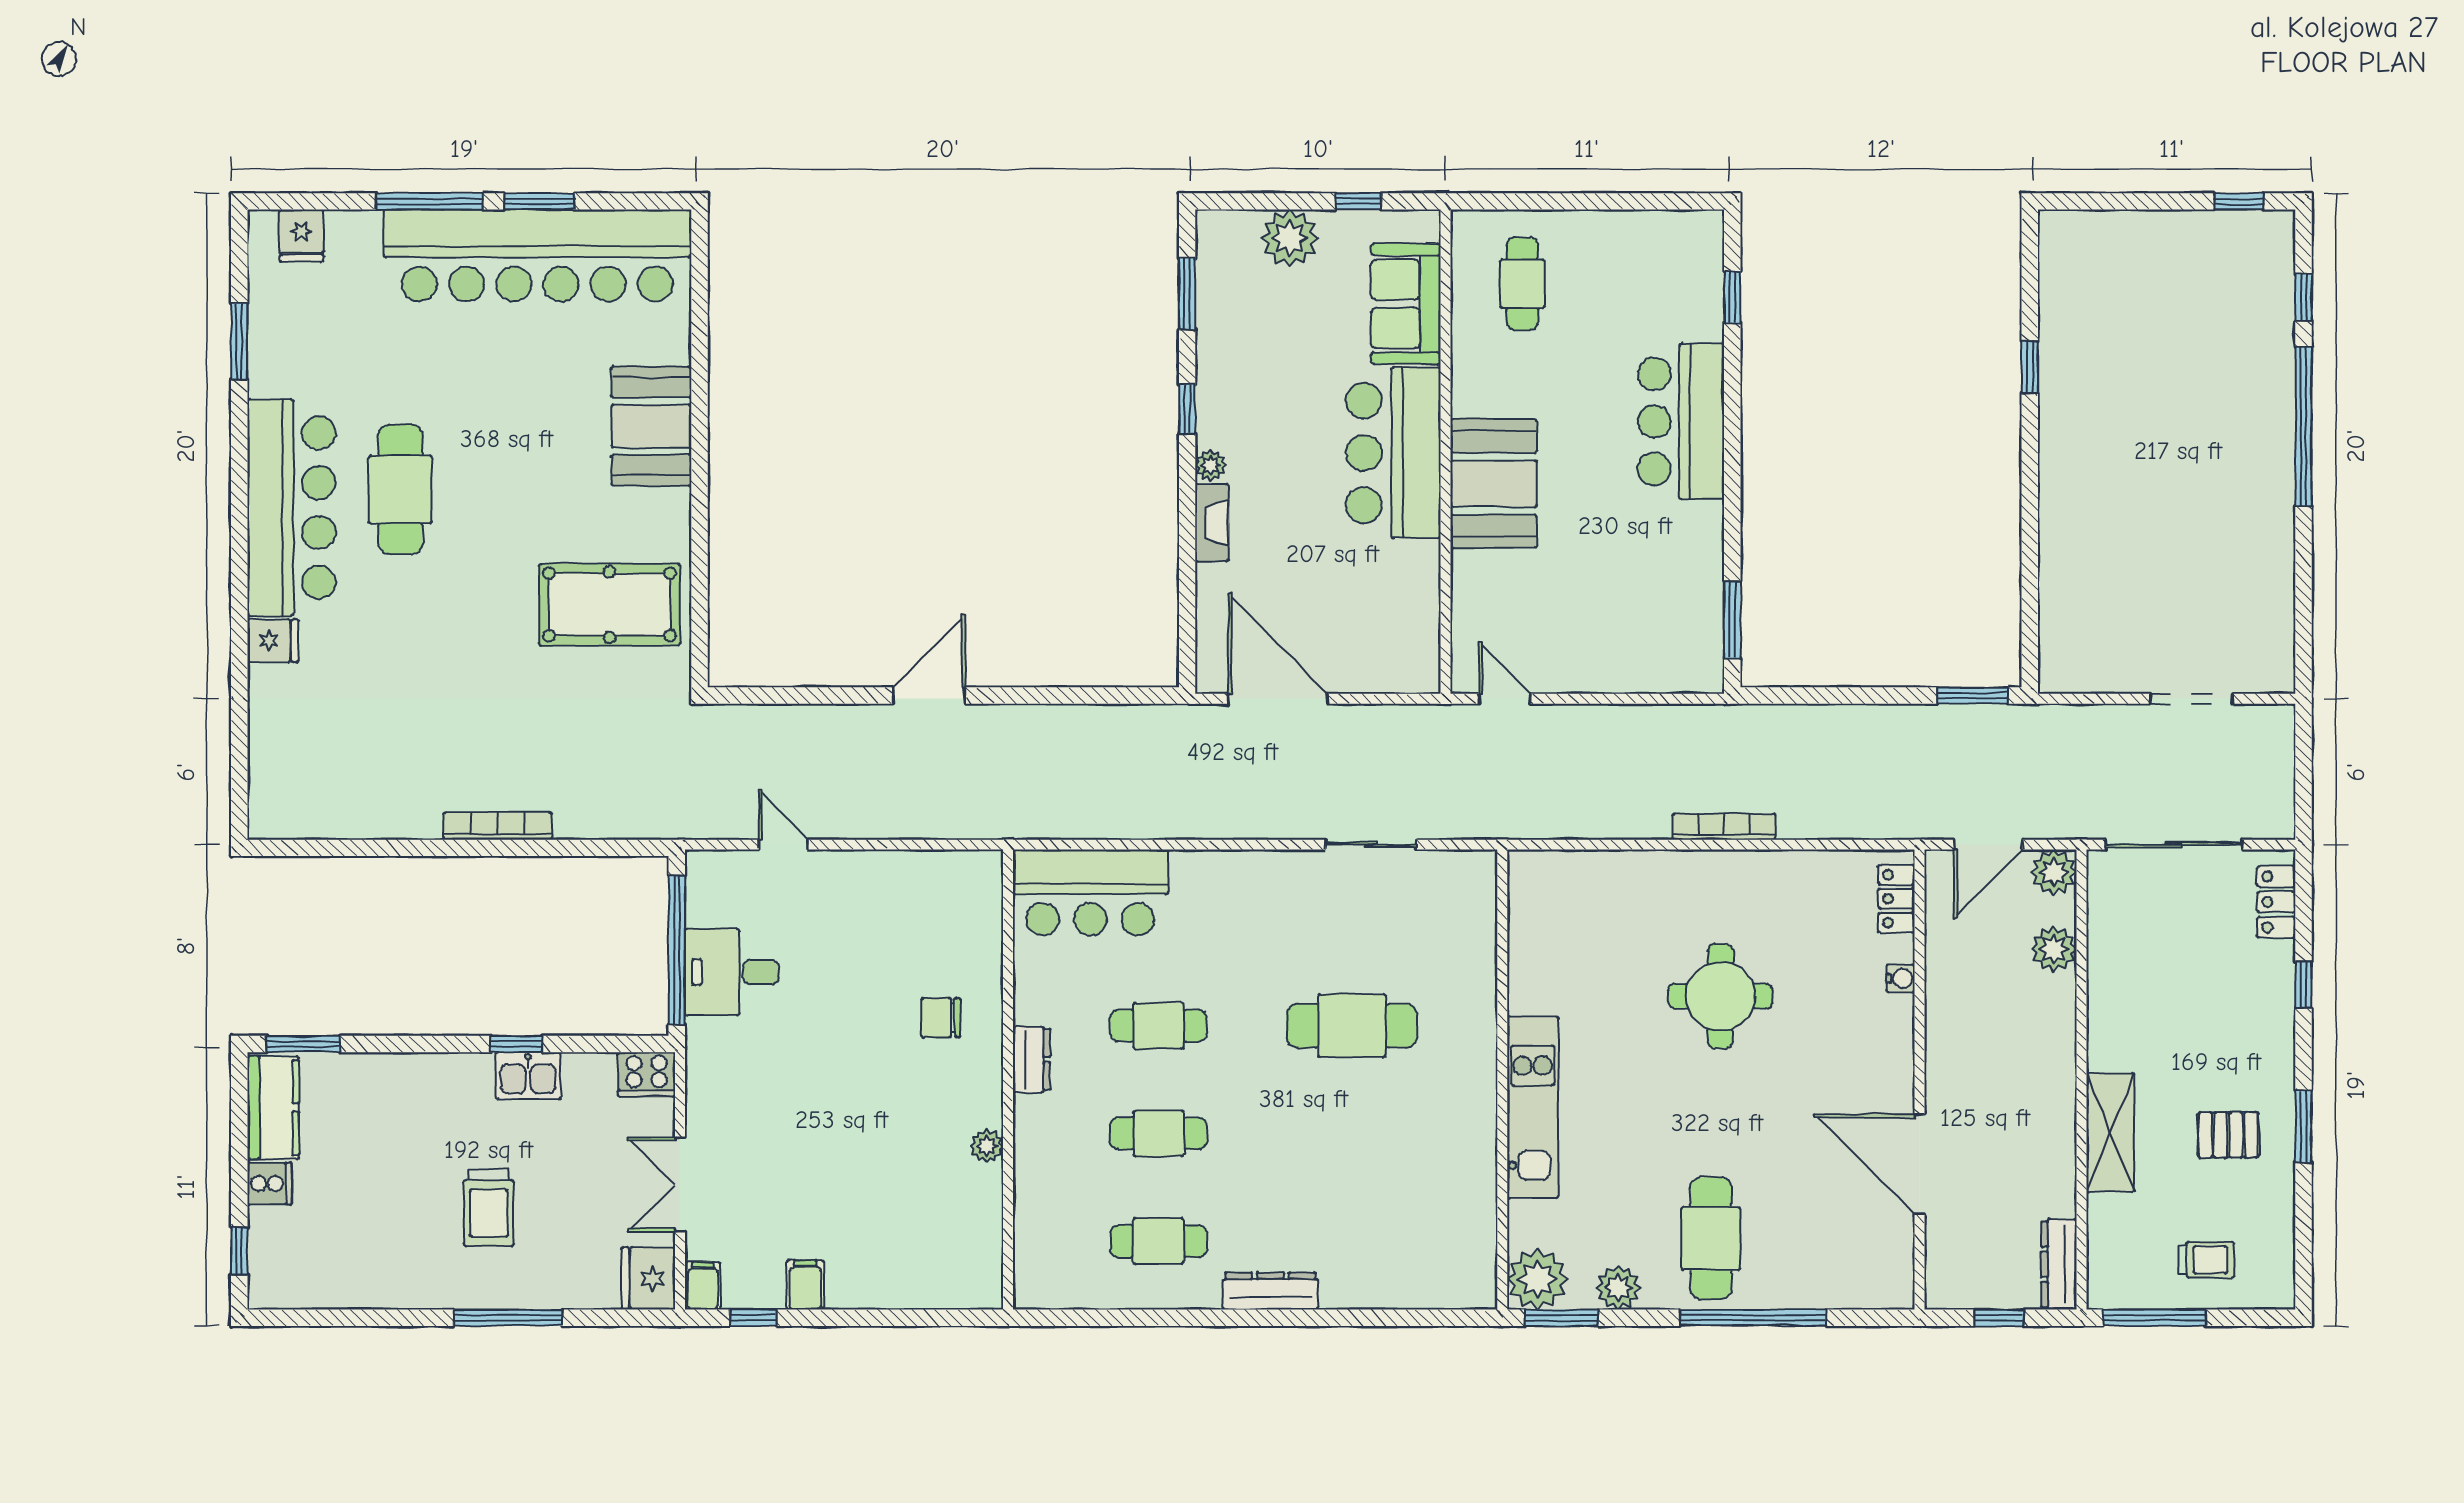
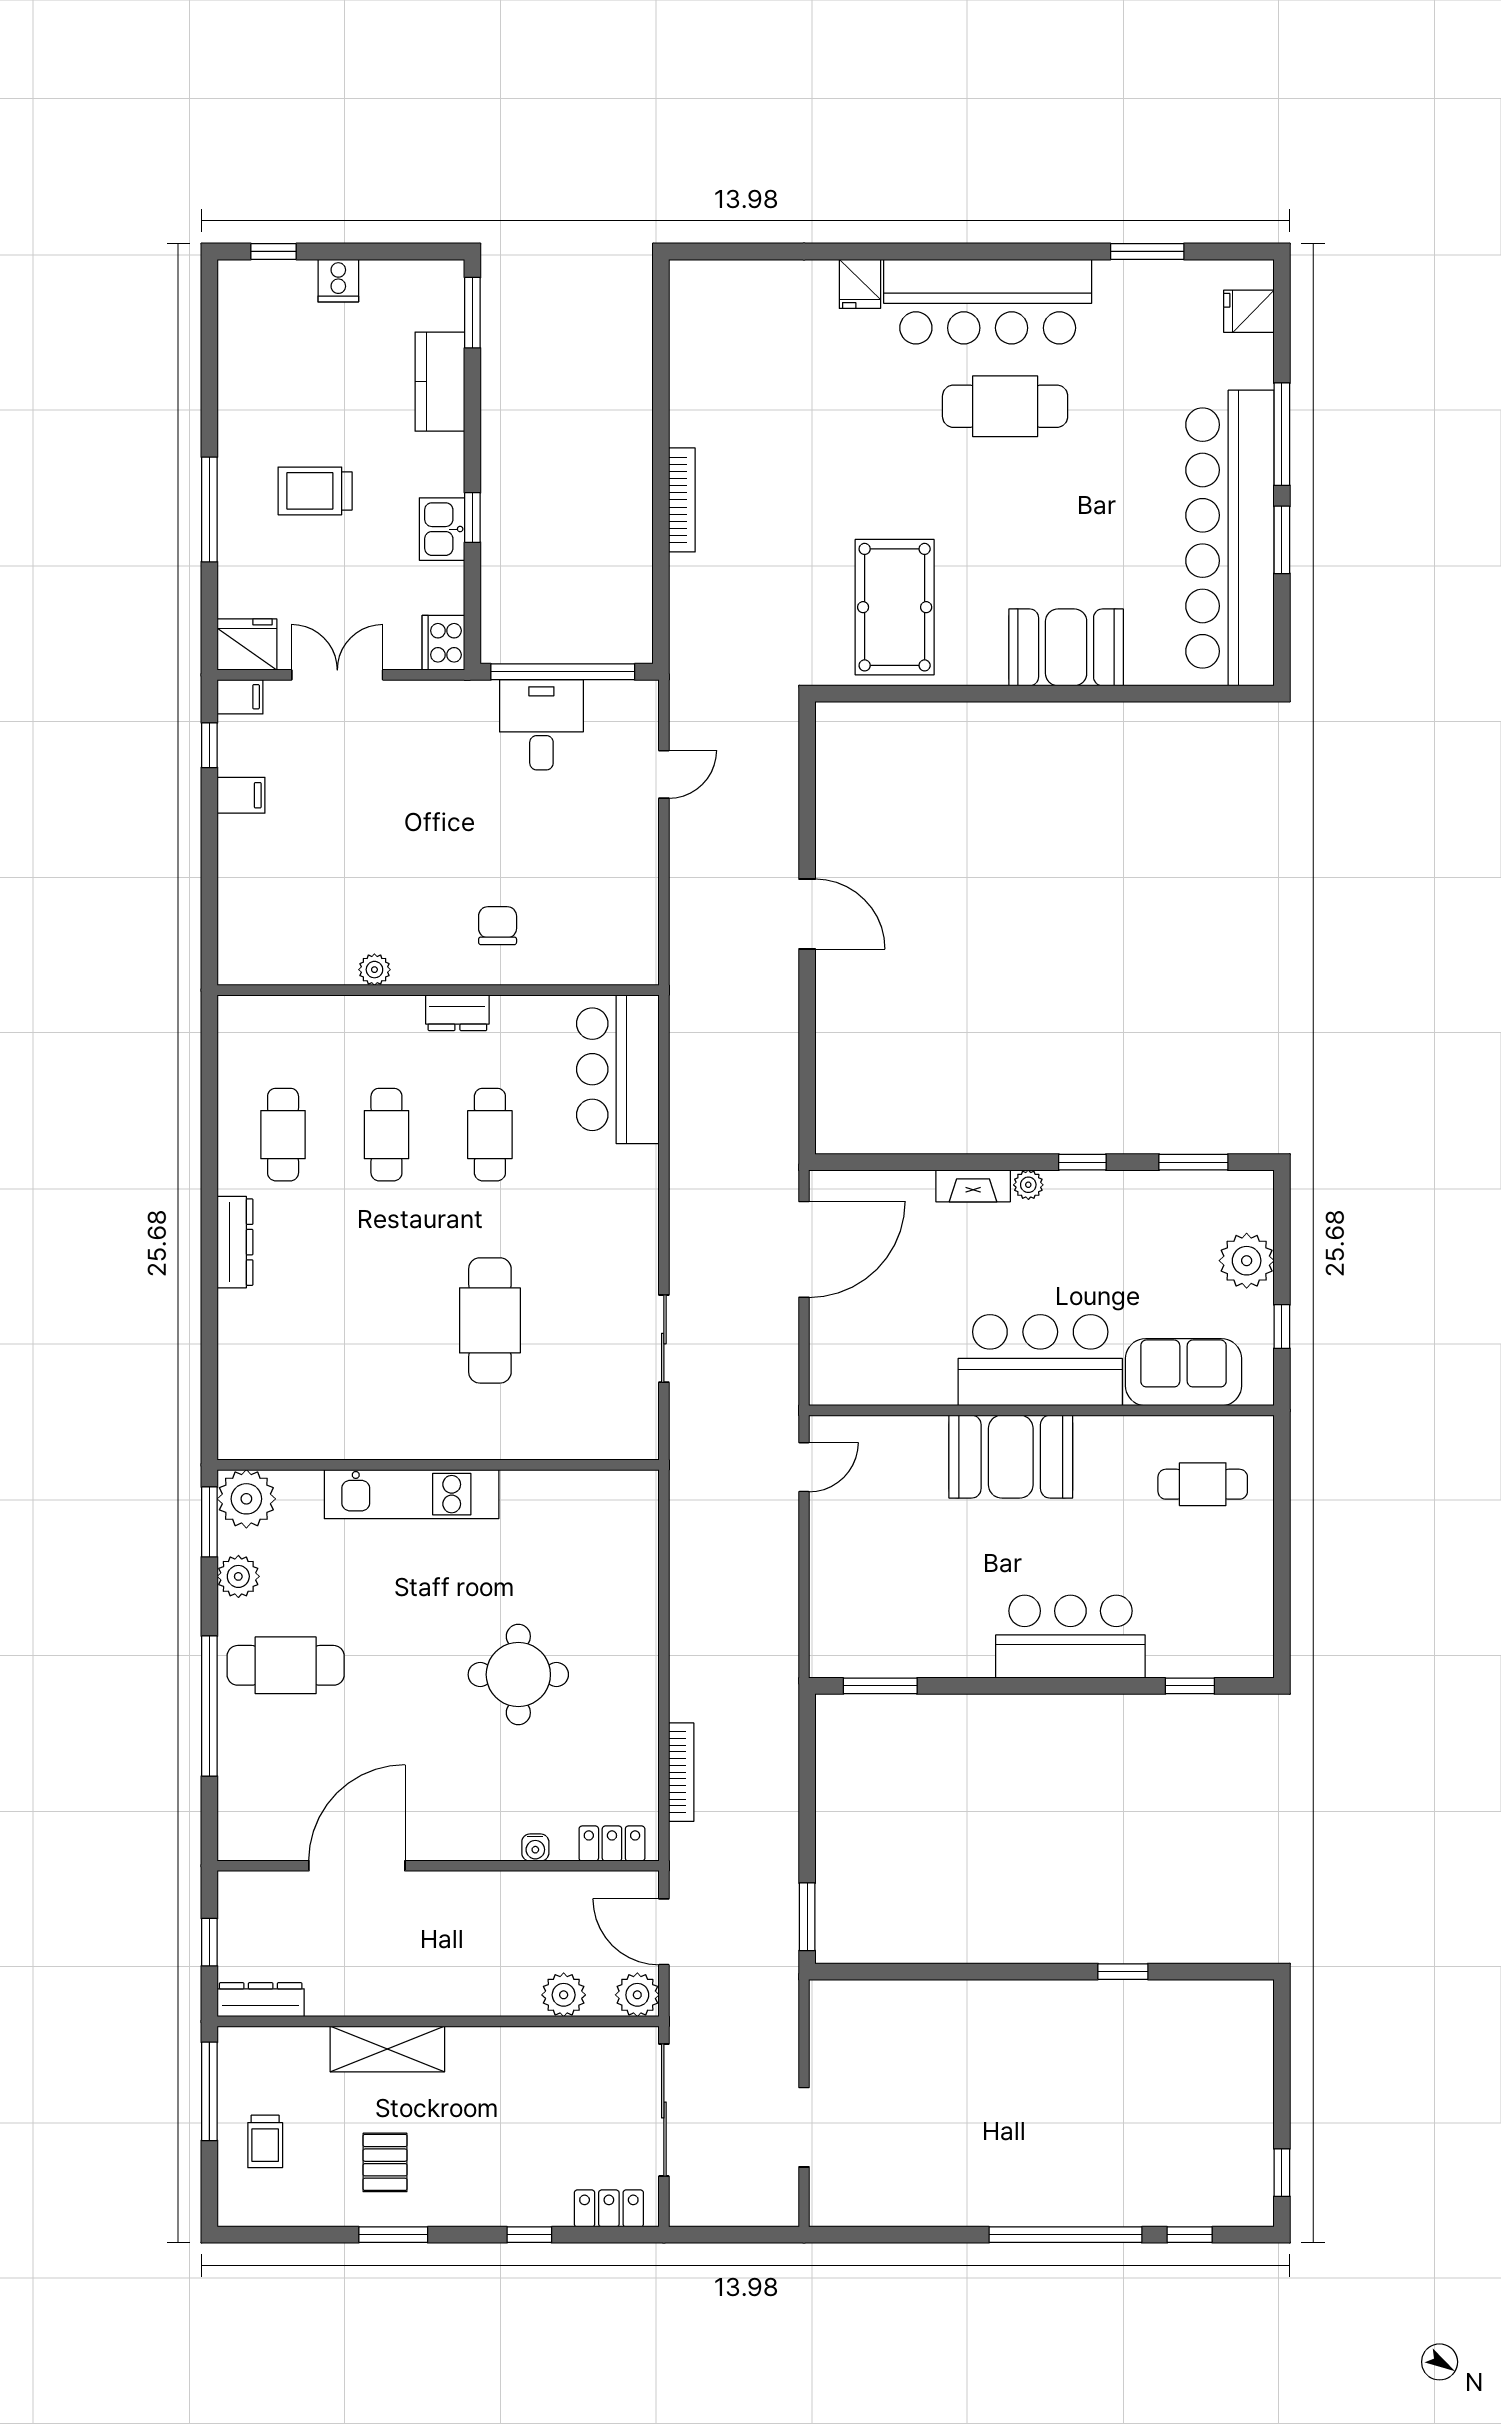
bookcase: (1724, 827) -> (681, 1772), moved
kitchen counter: (273, 1108) -> (440, 382), moved, turned 90

